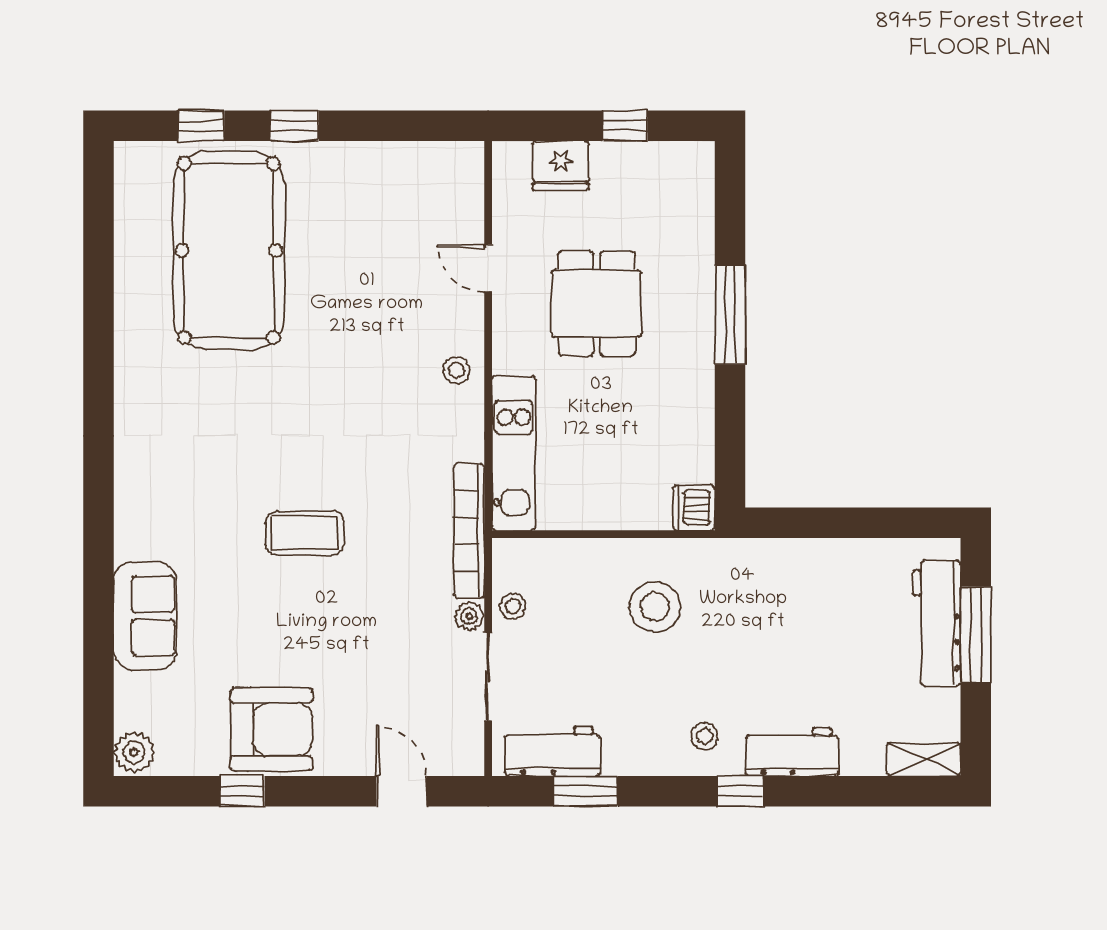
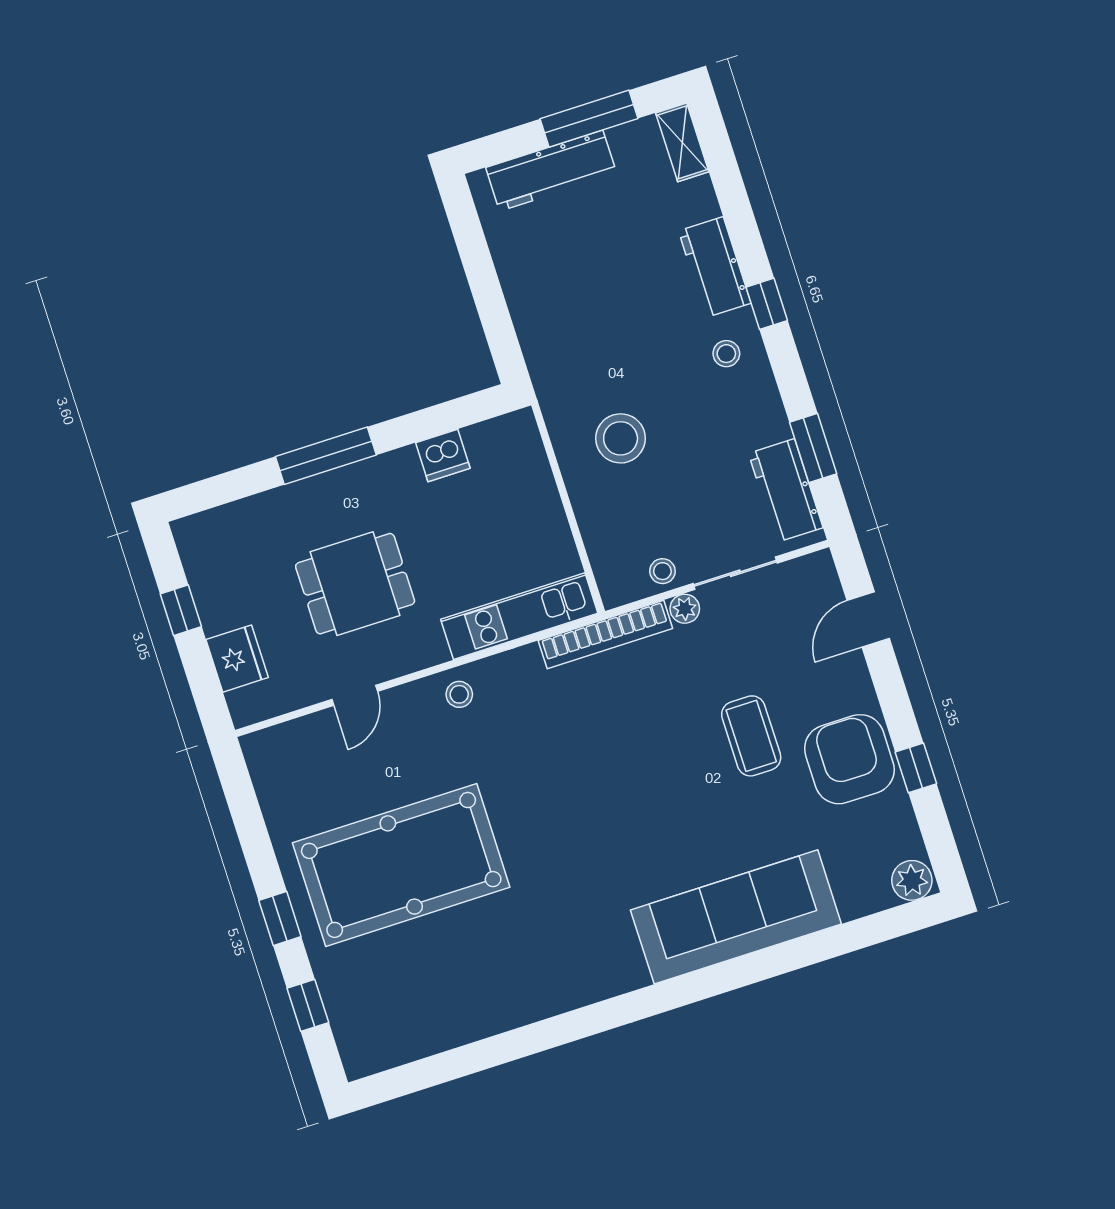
pool table: (229, 251) -> (401, 865), moved
dishwasher: (694, 508) -> (443, 456), moved
coffee table: (305, 533) -> (751, 736), moved
sofa: (145, 616) -> (736, 917), width x1.85, depth x1.27
window: (976, 635) -> (589, 119), moved

